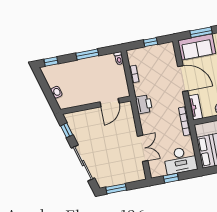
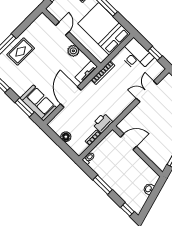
window: (151, 42) -> (59, 142), removed
floor lamp: (151, 51) -> (66, 137), added
printer: (144, 104) -> (103, 123), moved

